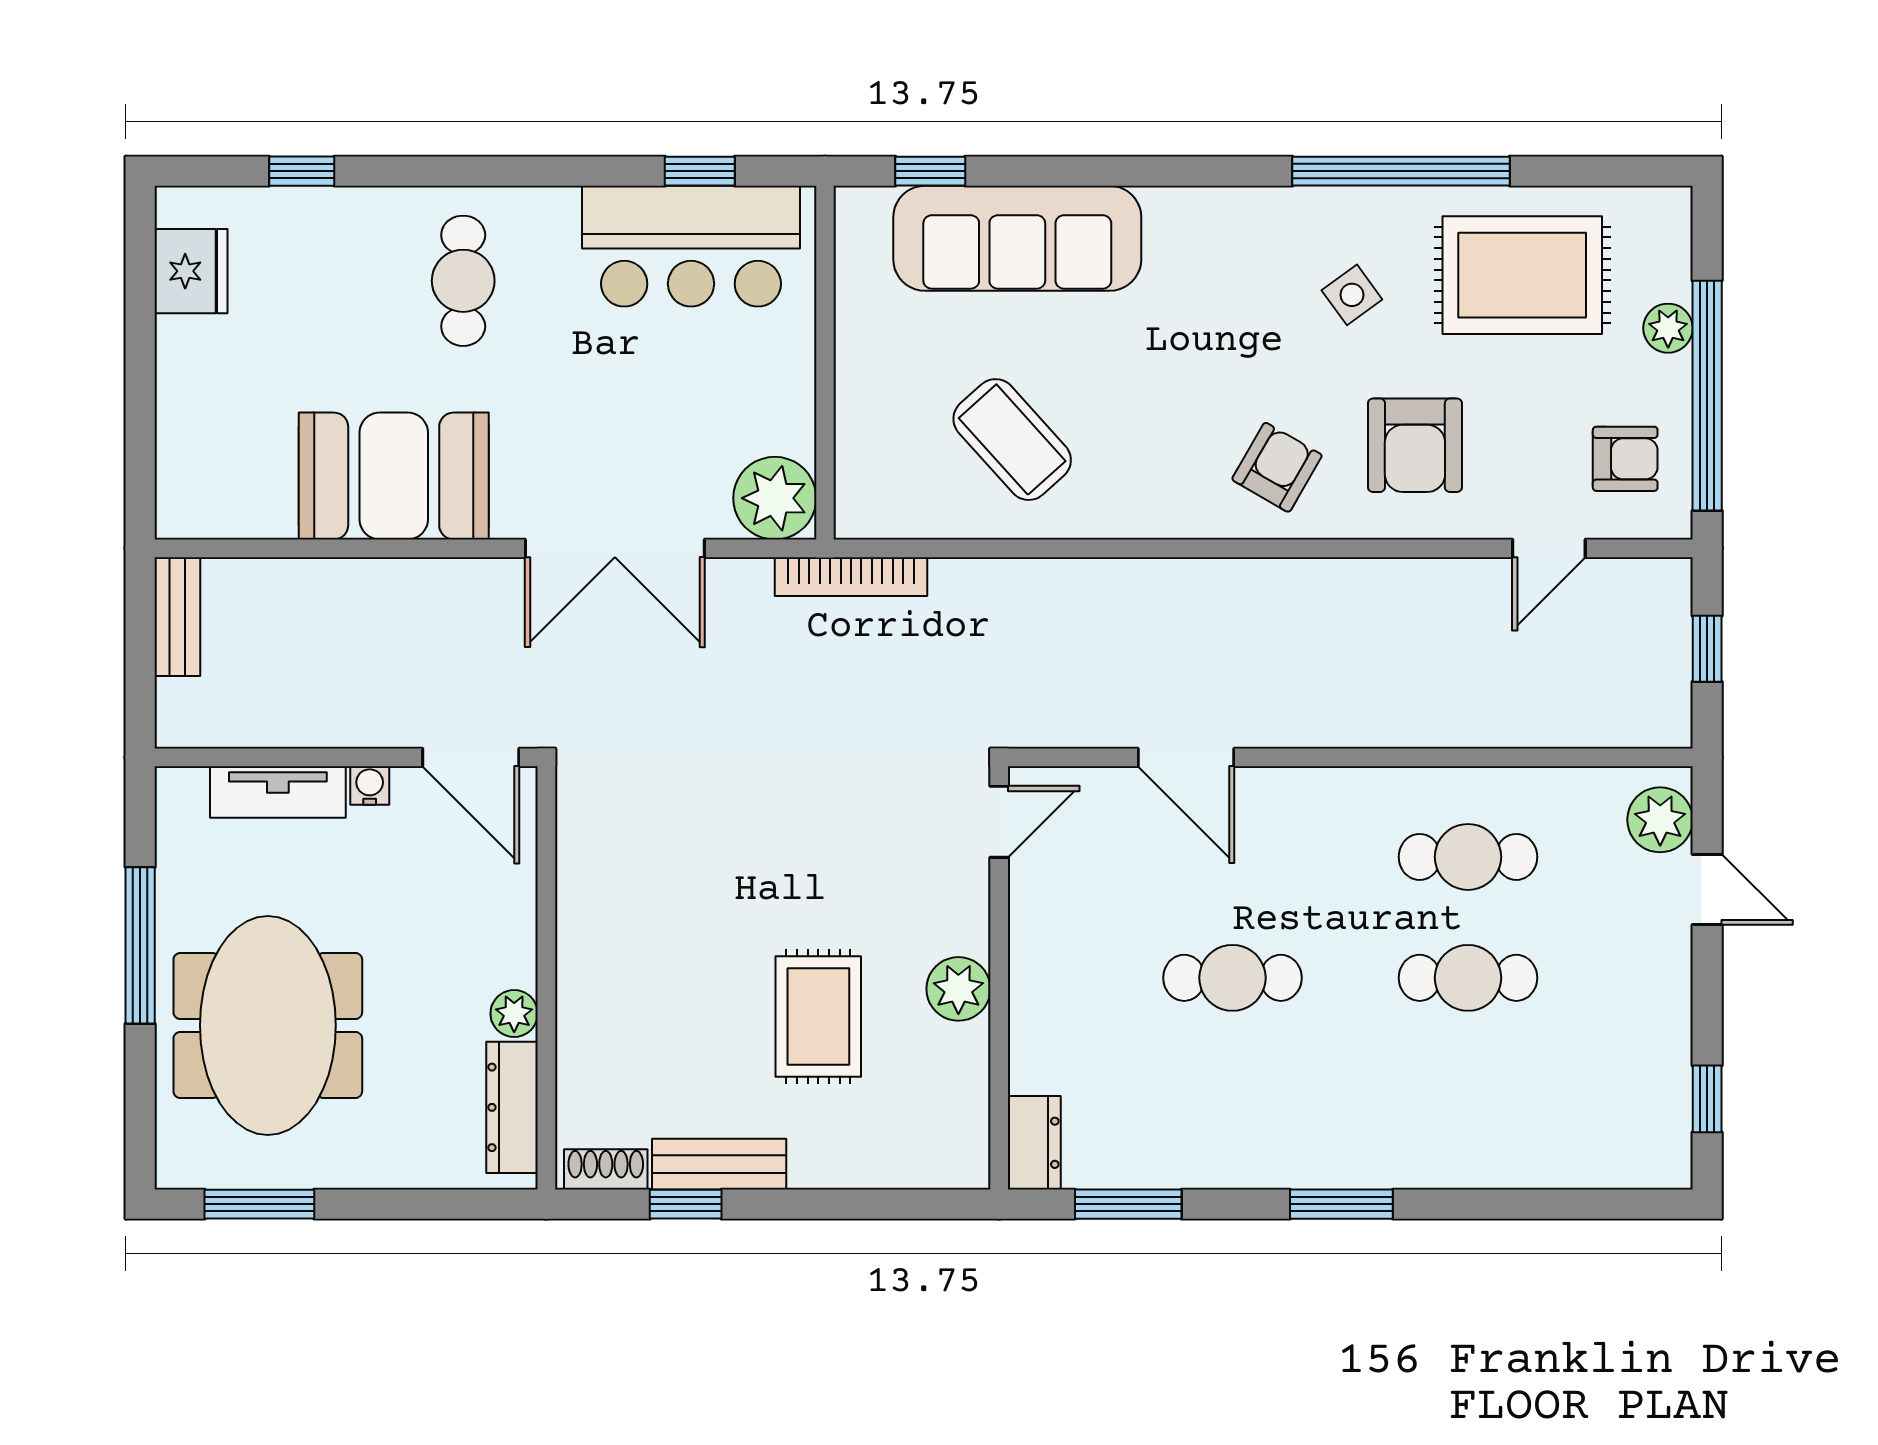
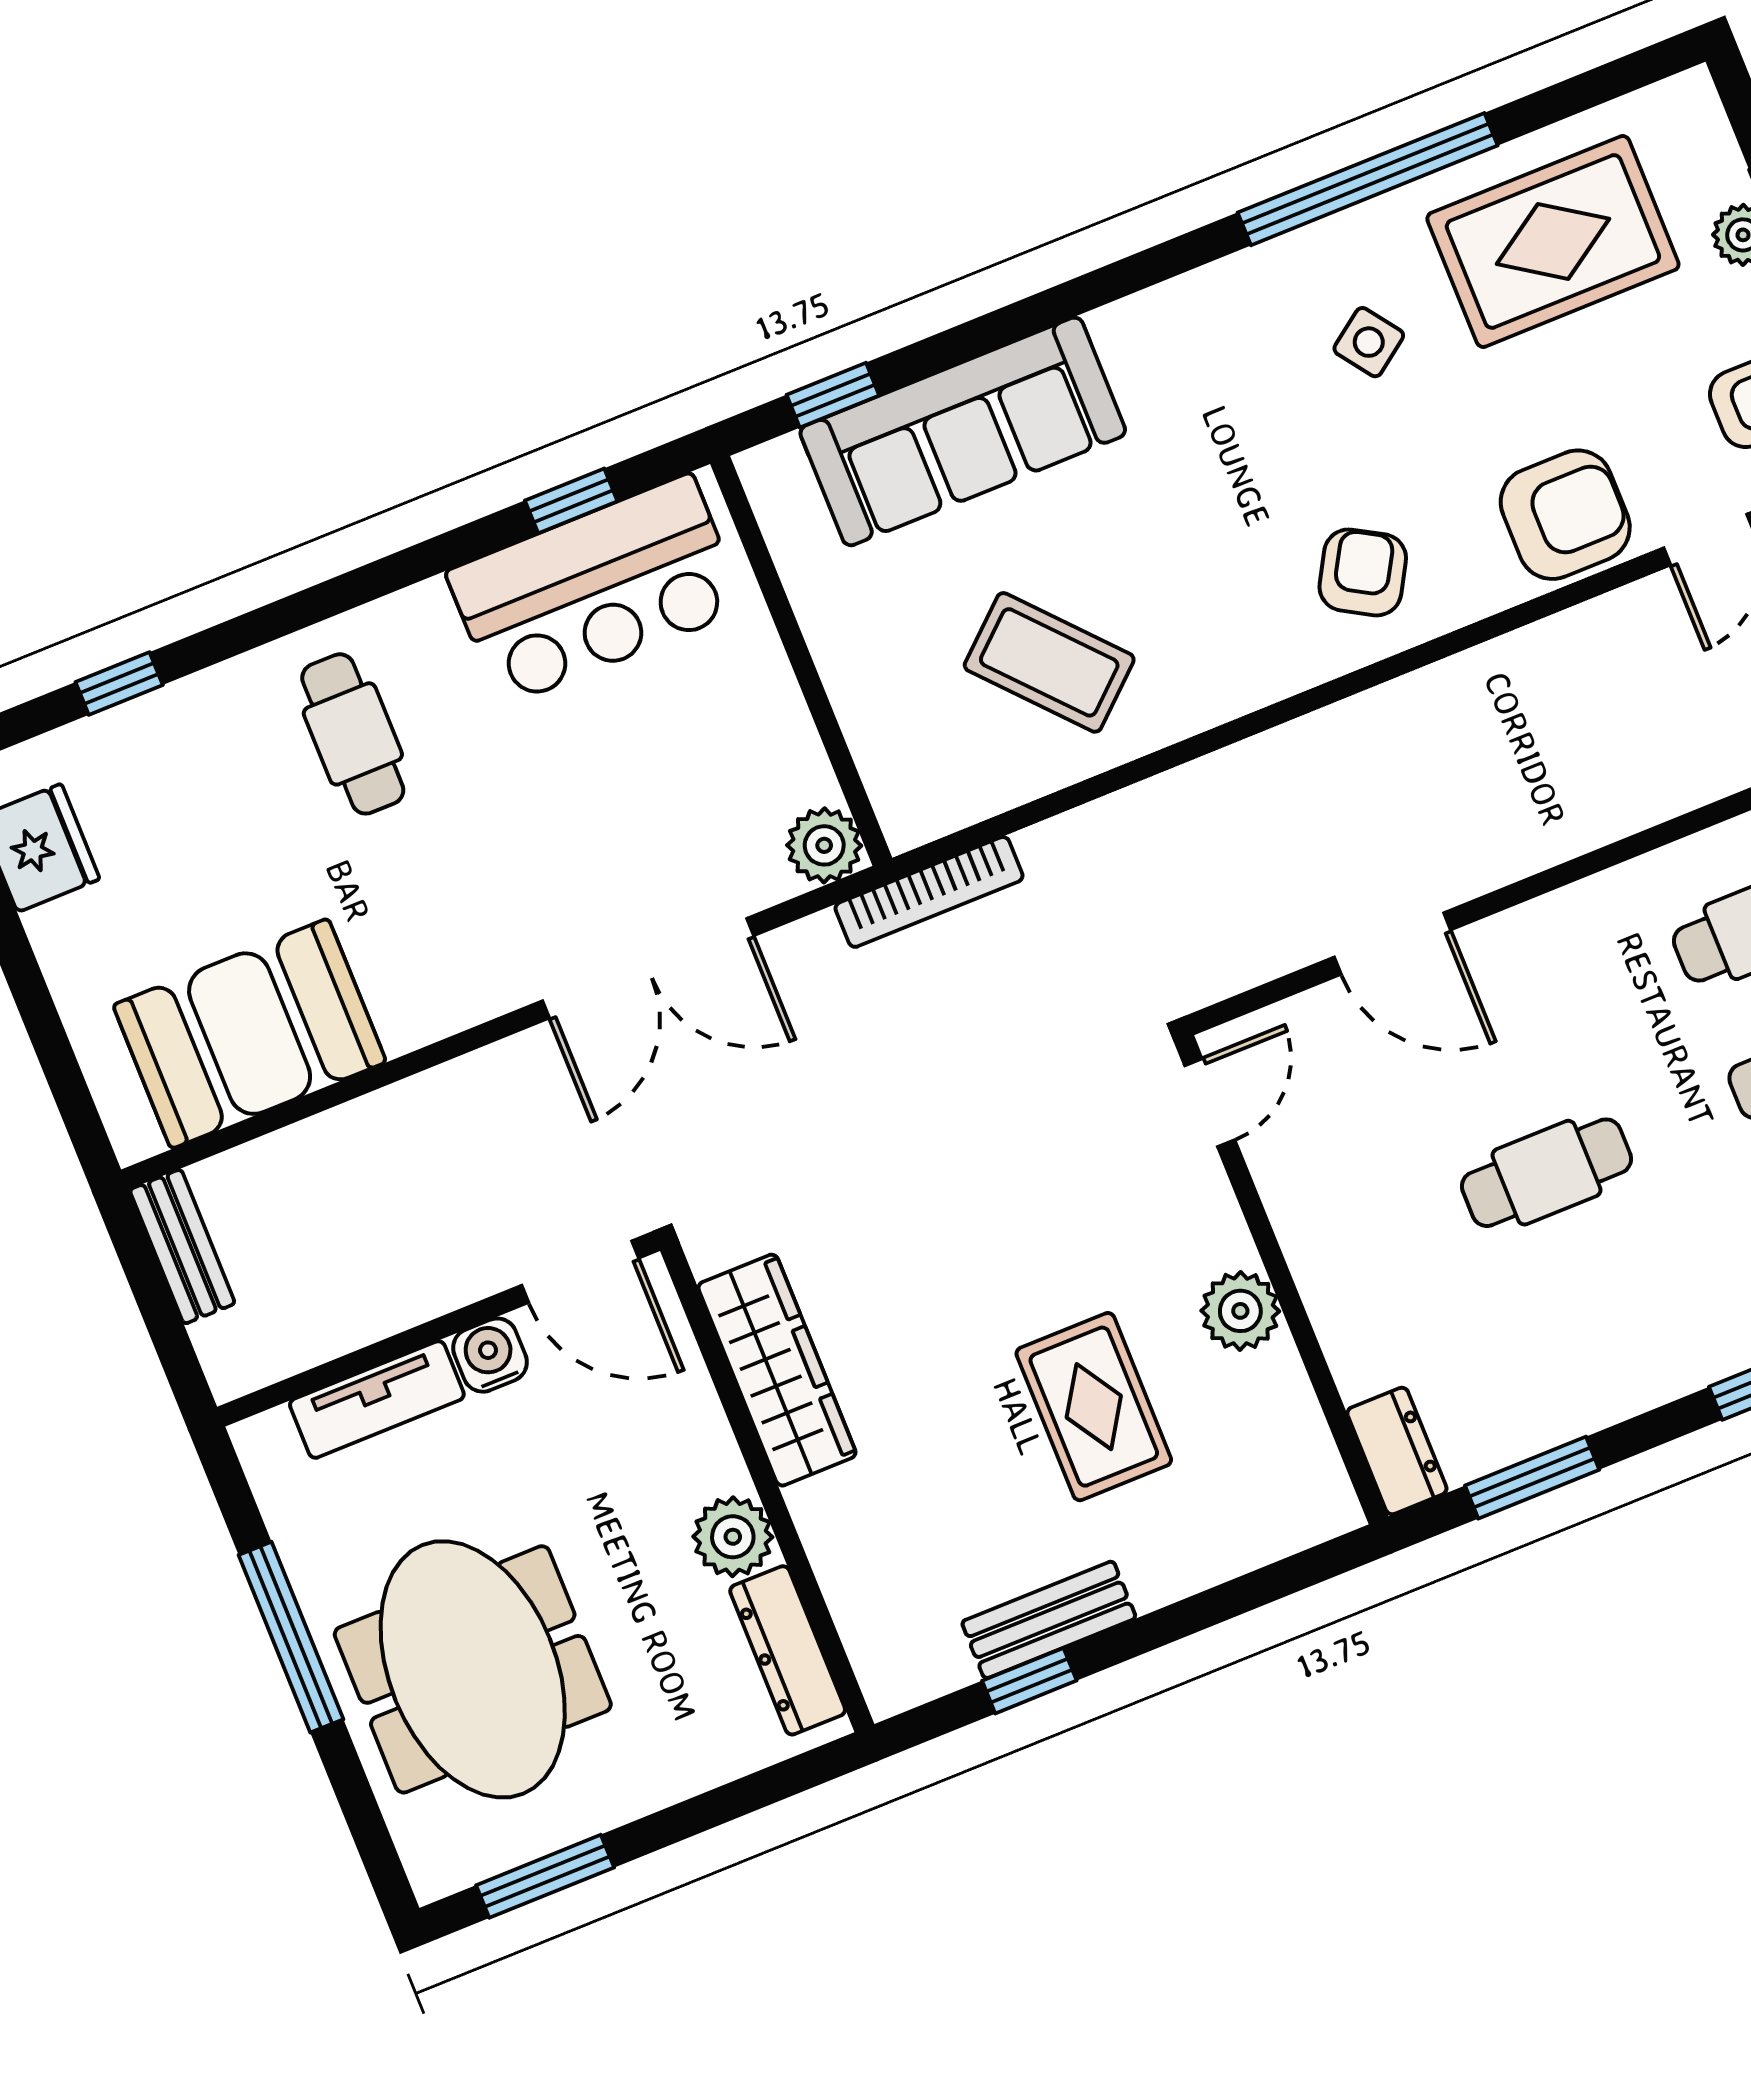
armchair: (1415, 445) -> (1565, 515), moved, turned -90
booth: (394, 476) -> (250, 1034), moved
plant: (775, 498) -> (824, 845), width x0.73, depth x0.73
water cooler: (370, 785) -> (490, 1355), width x1.38, depth x1.38
wardrobe: (590, 892) -> (777, 1370), added
plant: (514, 1013) -> (733, 1537), width x1.38, depth x1.38
shoe rack: (606, 1169) -> (923, 1678), removed

